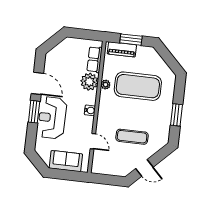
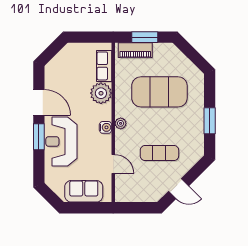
plant: (106, 85) -> (121, 123), moved

